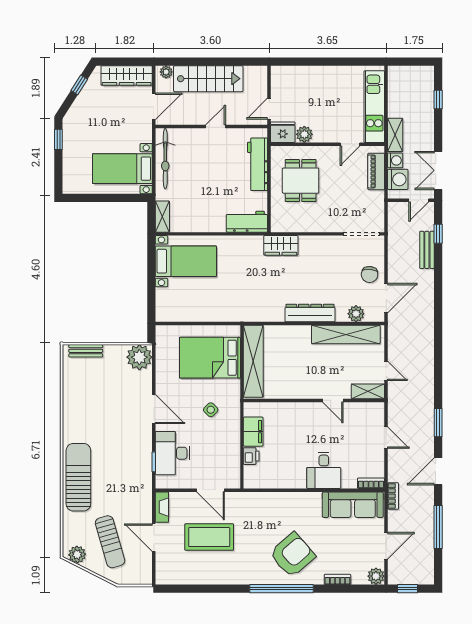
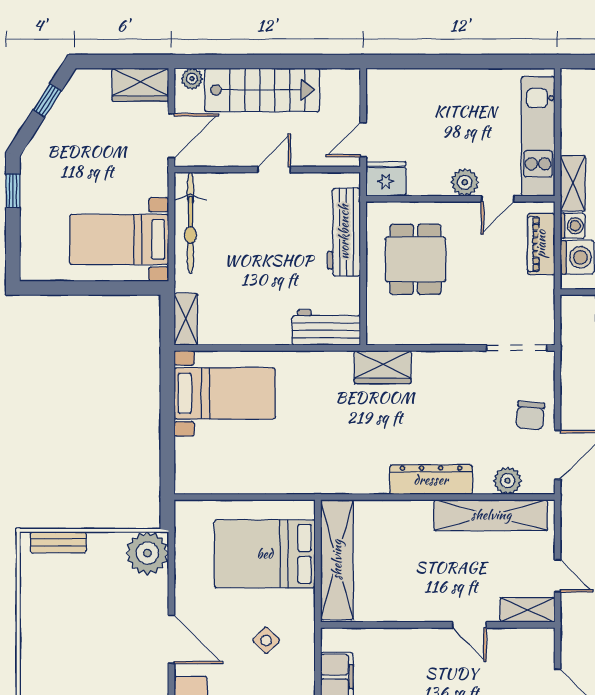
wardrobe: (127, 76) -> (140, 85), width x0.67
plant: (304, 134) -> (465, 182), moved

